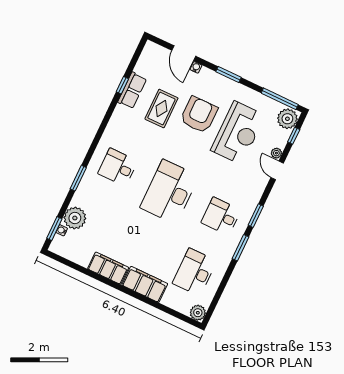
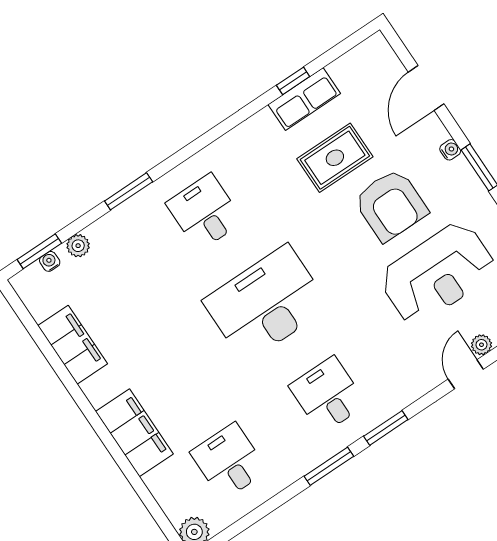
water cooler: (196, 67) -> (450, 150), moved
armchair: (199, 115) -> (391, 205), turned 90
plant: (75, 218) -> (78, 246), width x0.53, depth x0.53
filing cabinet: (108, 268) -> (73, 345), moved
desk: (195, 272) -> (229, 461), width x0.73

